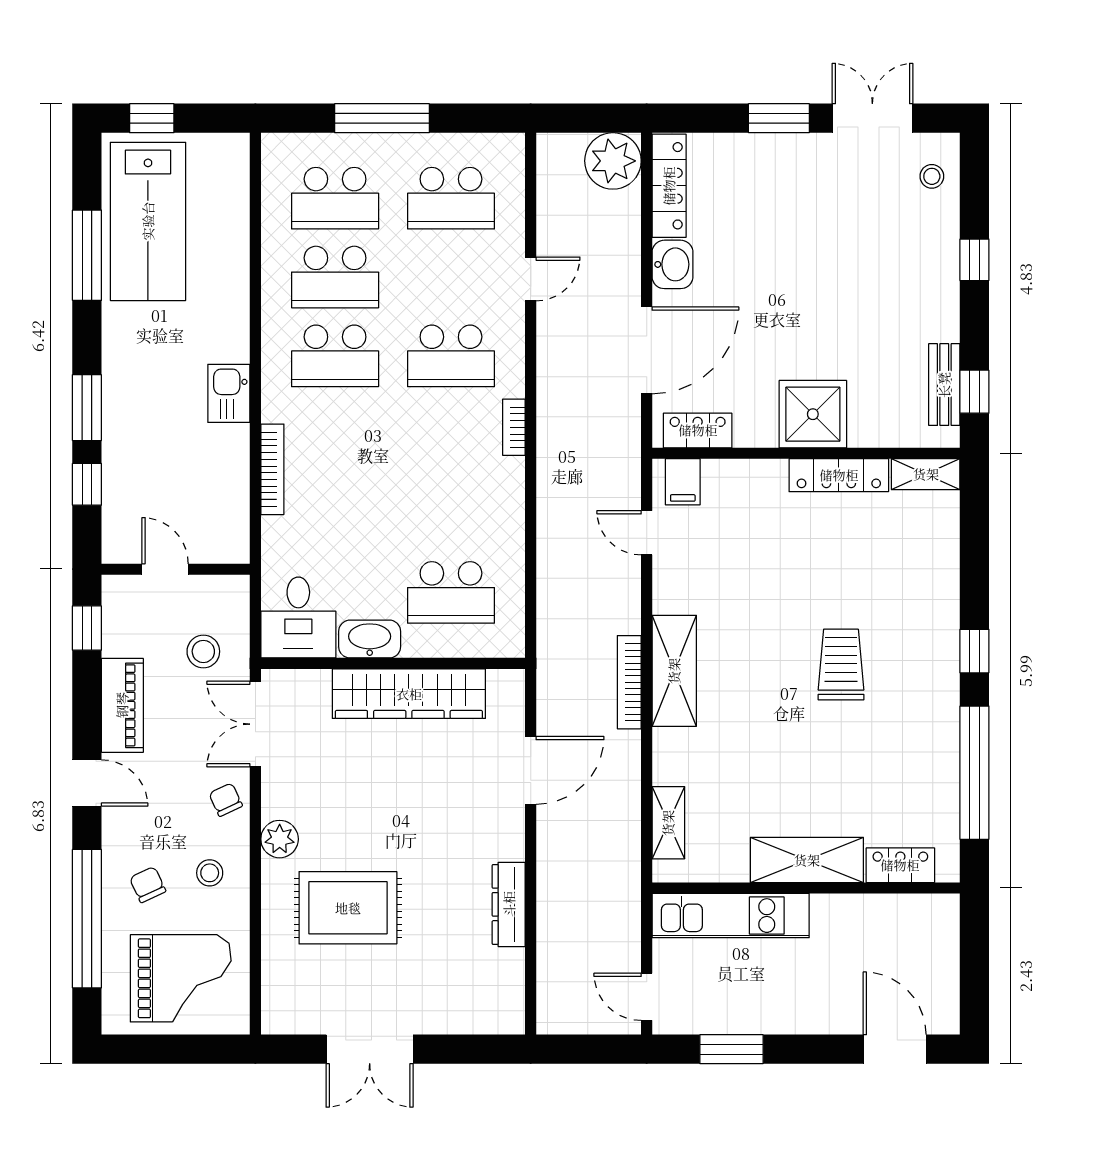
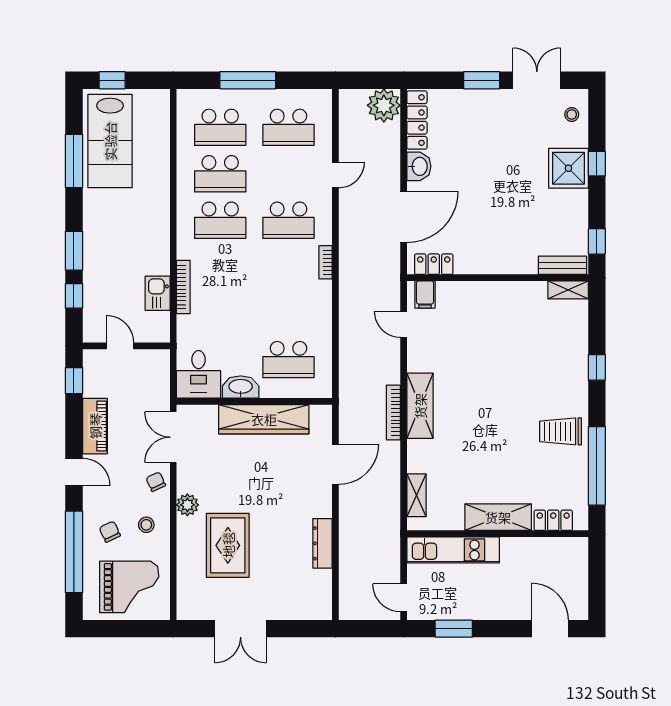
bench: (944, 385) -> (563, 265), moved, turned 90
kitchen sink: (229, 393) -> (158, 293), moved
shower: (813, 414) -> (568, 168), moved
locker: (839, 475) -> (517, 291), removed
stool: (203, 651) -> (143, 394), removed
window: (974, 651) -> (597, 367), moved
trolley: (841, 665) -> (561, 431), moved, turned -90
rug: (348, 908) -> (228, 545), turned 90

